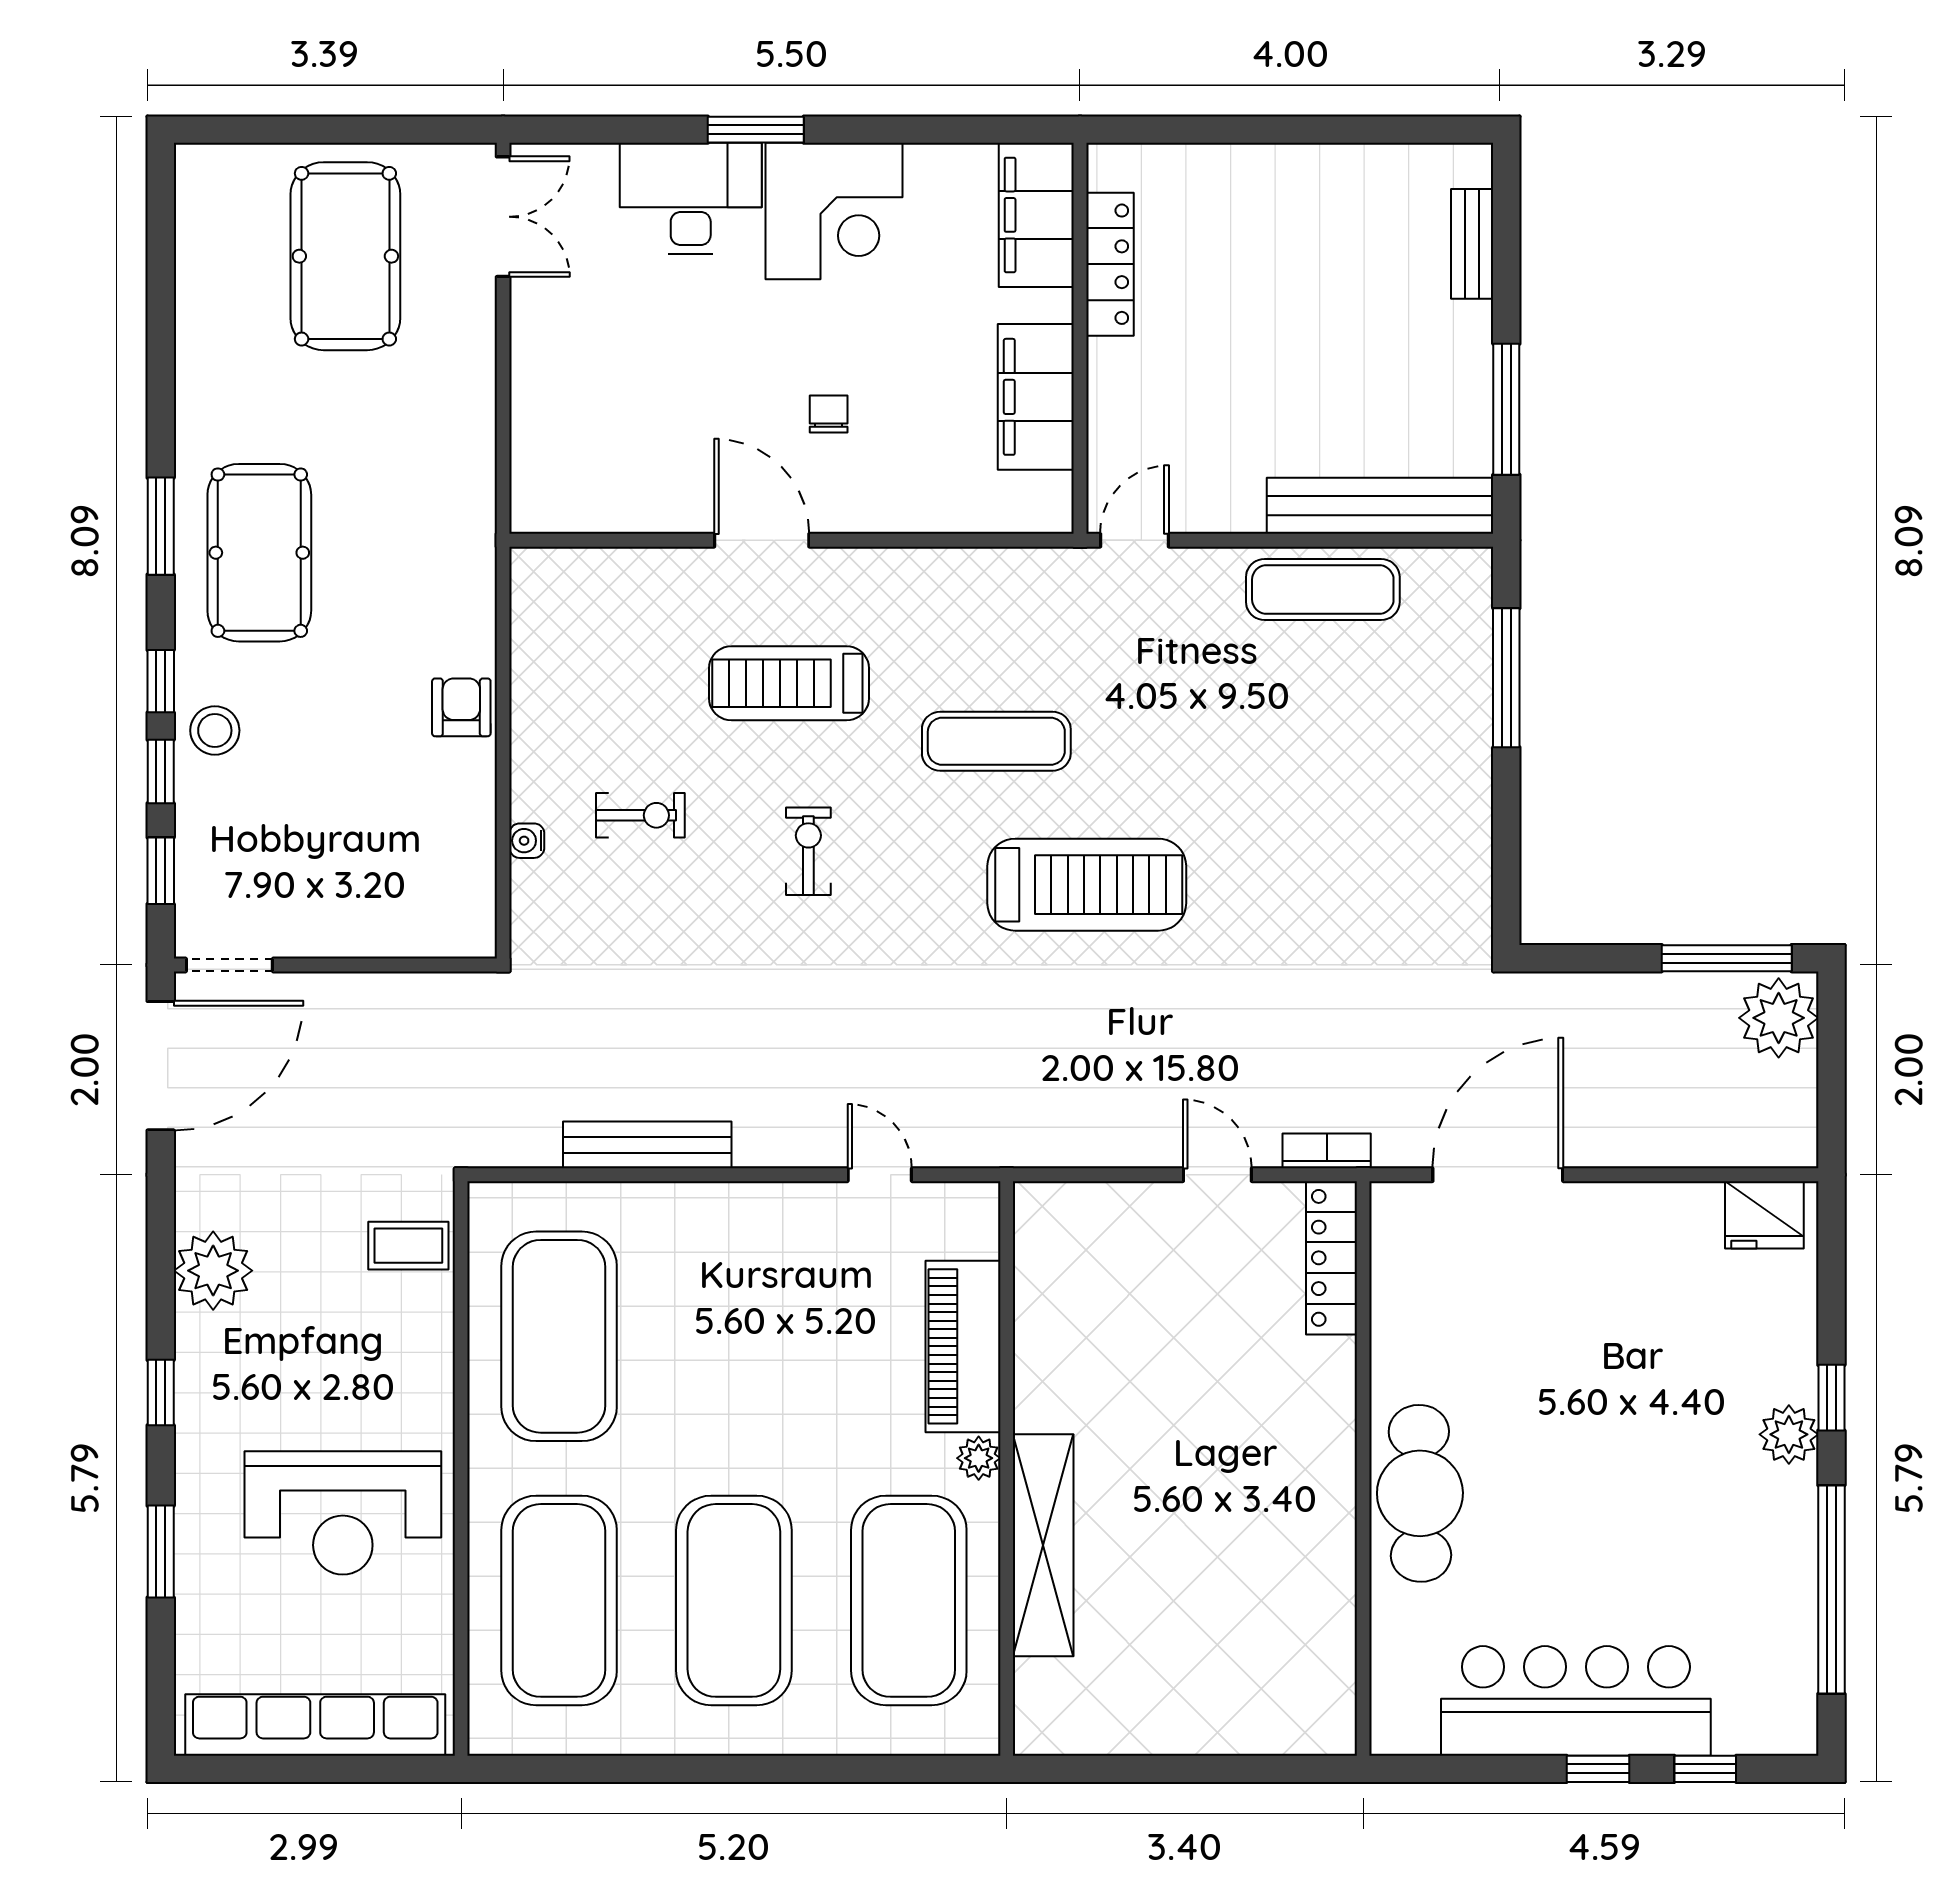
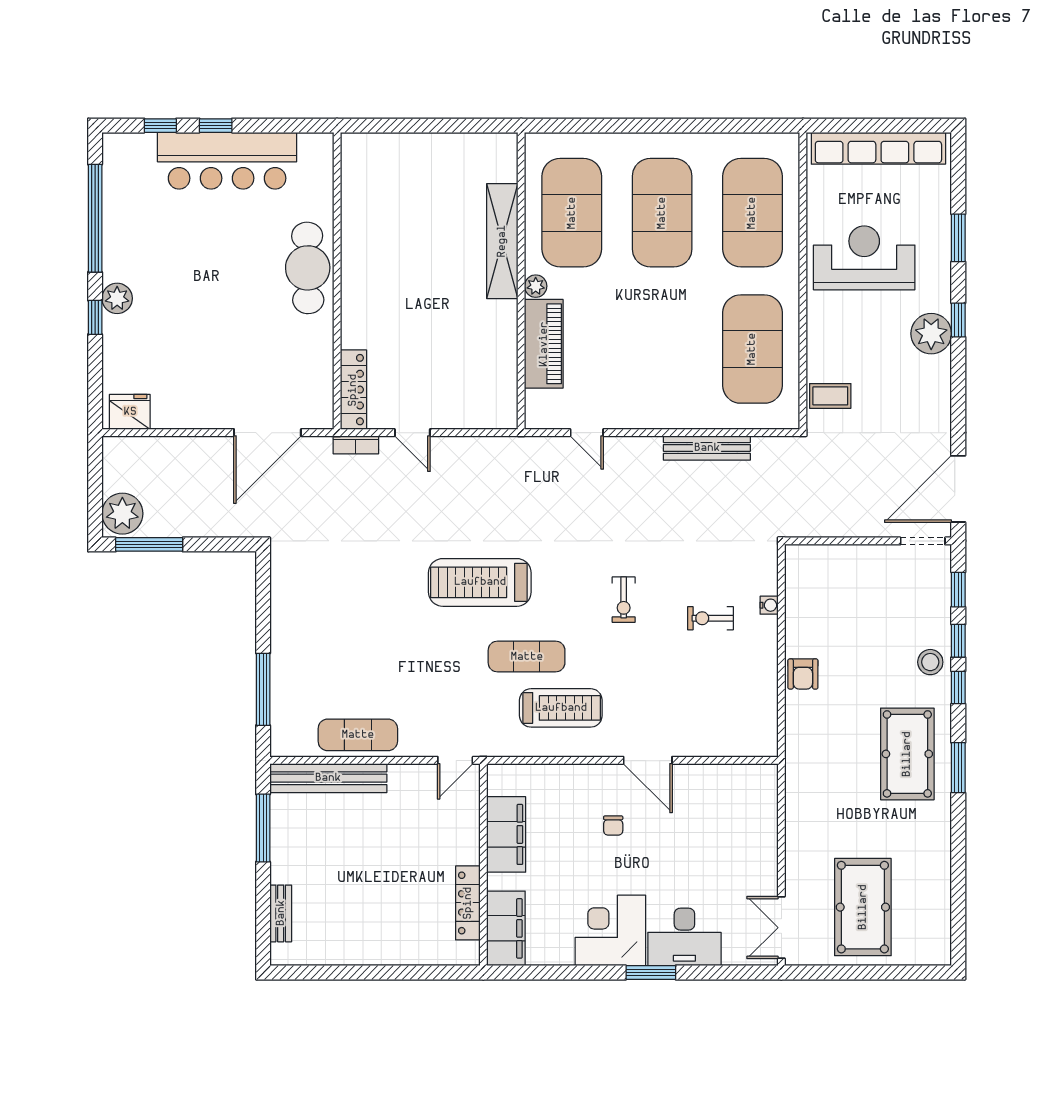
treadmill: (789, 683) -> (561, 708), moved
plant: (213, 1271) -> (931, 334), moved

